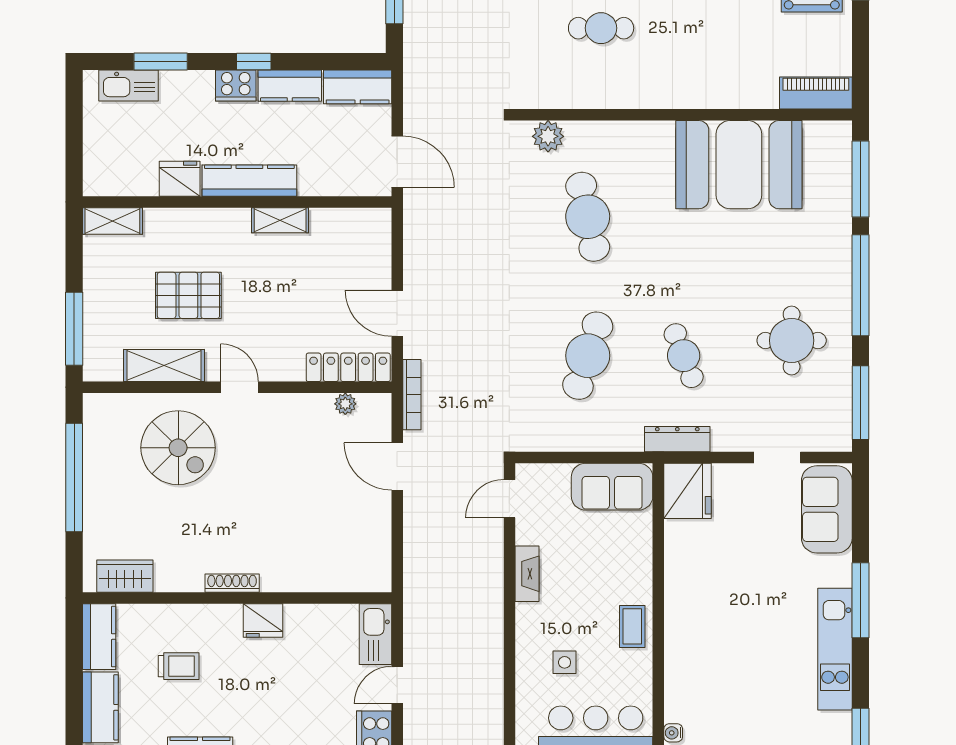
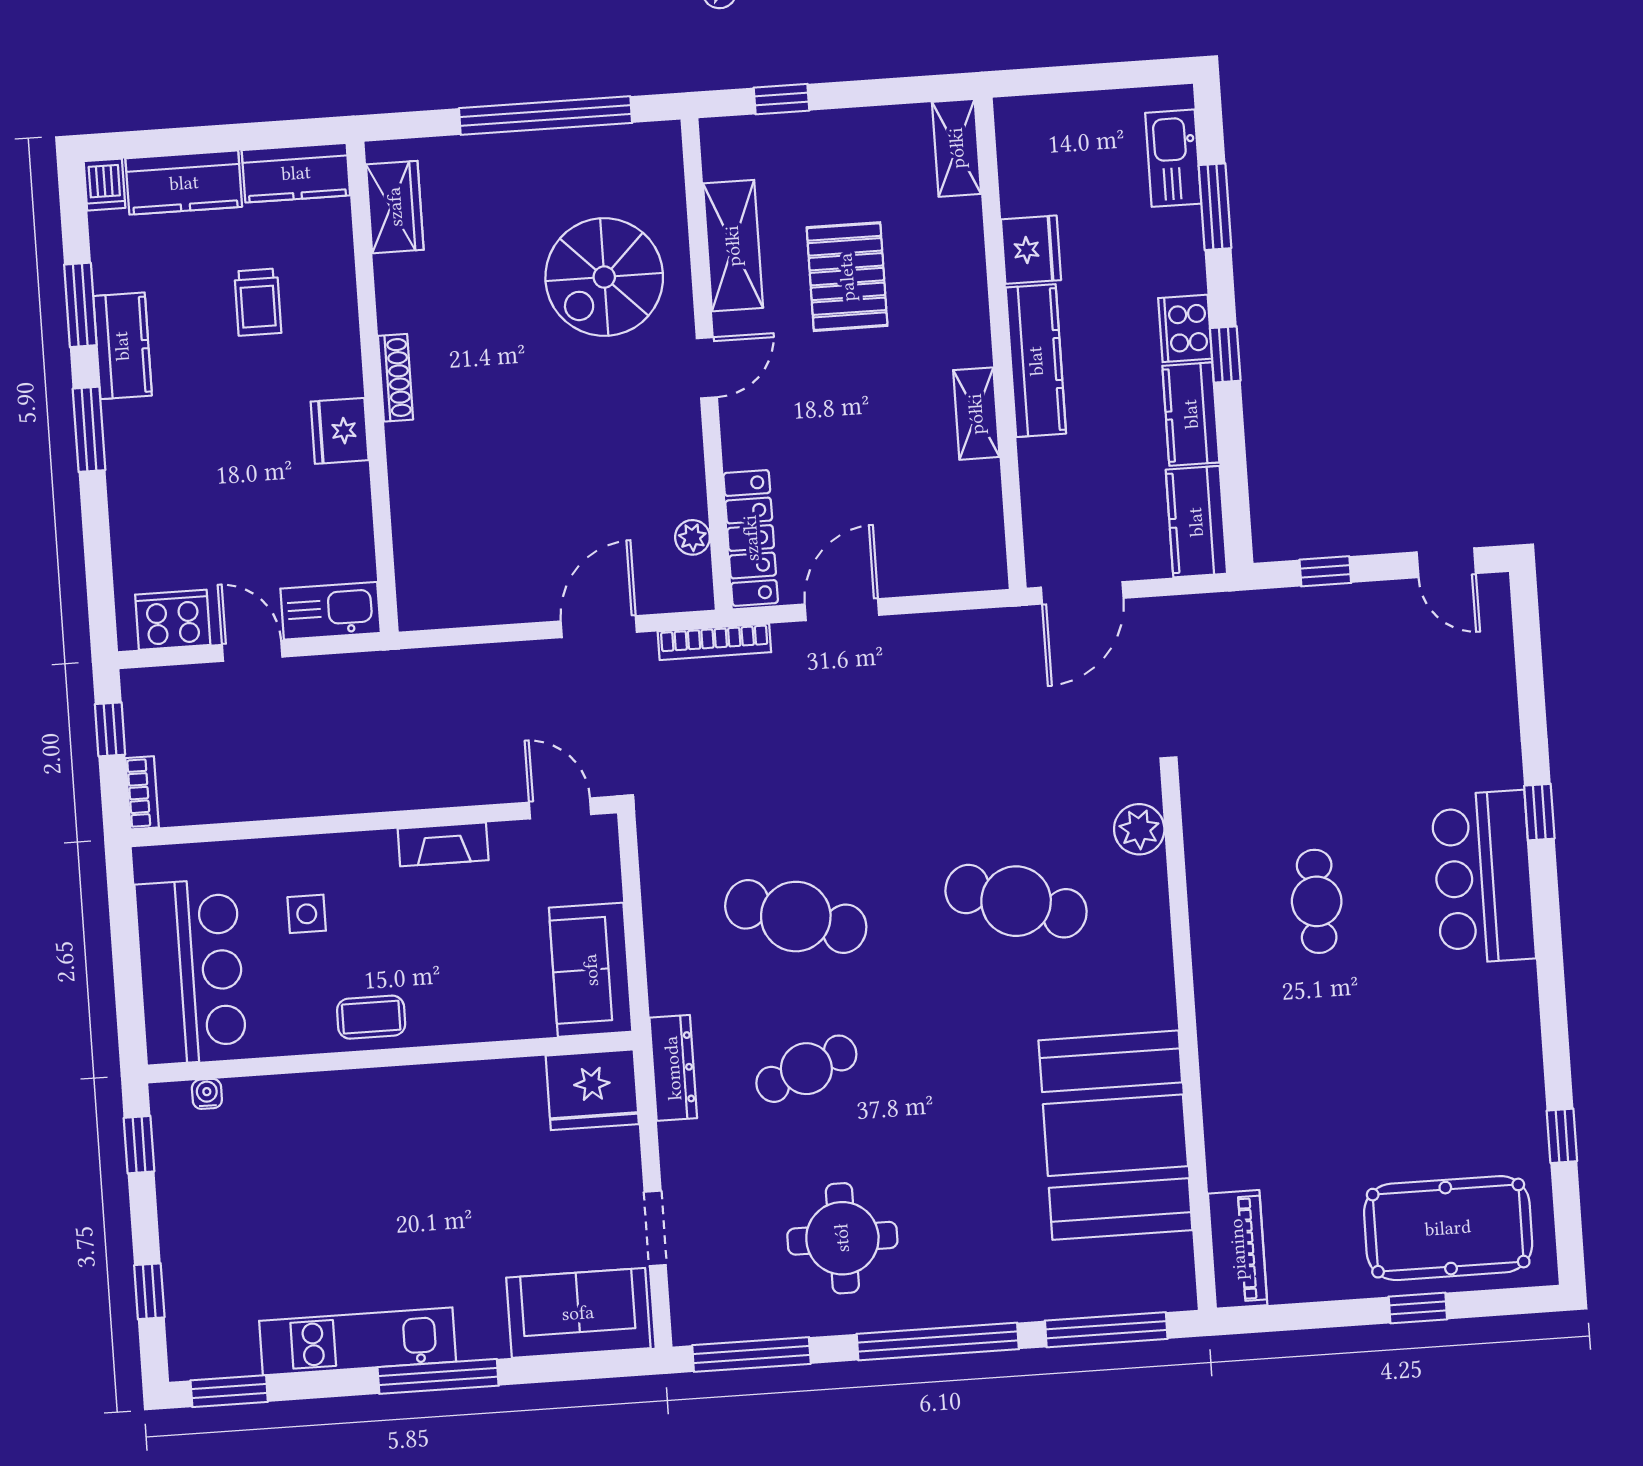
cafe table: (588, 217) -> (1016, 901), turned 30
window: (74, 329) -> (781, 99), width x0.46

